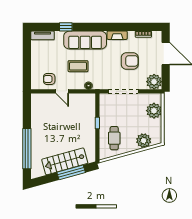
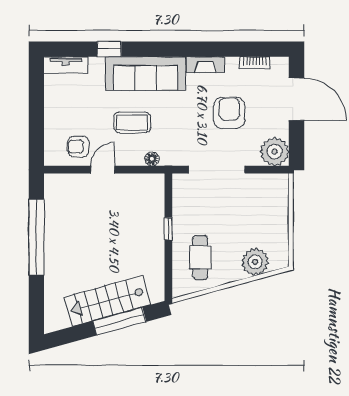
armchair: (130, 61) -> (229, 113), turned -90
door: (62, 91) -> (103, 170), swing flipped
plant: (154, 111) -> (274, 206), removed
window: (27, 149) -> (36, 237), moved

